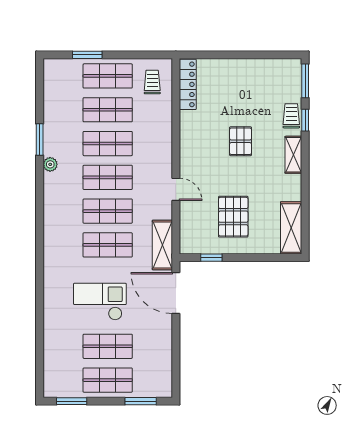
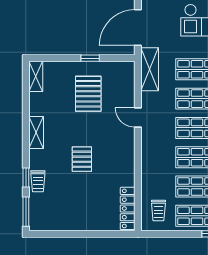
shelving: (293, 155) -> (36, 132), moved
shelving: (291, 228) -> (36, 76), width x0.67, depth x0.75
window: (211, 258) -> (90, 58), moved
door: (176, 293) -> (138, 28), swing flipped

